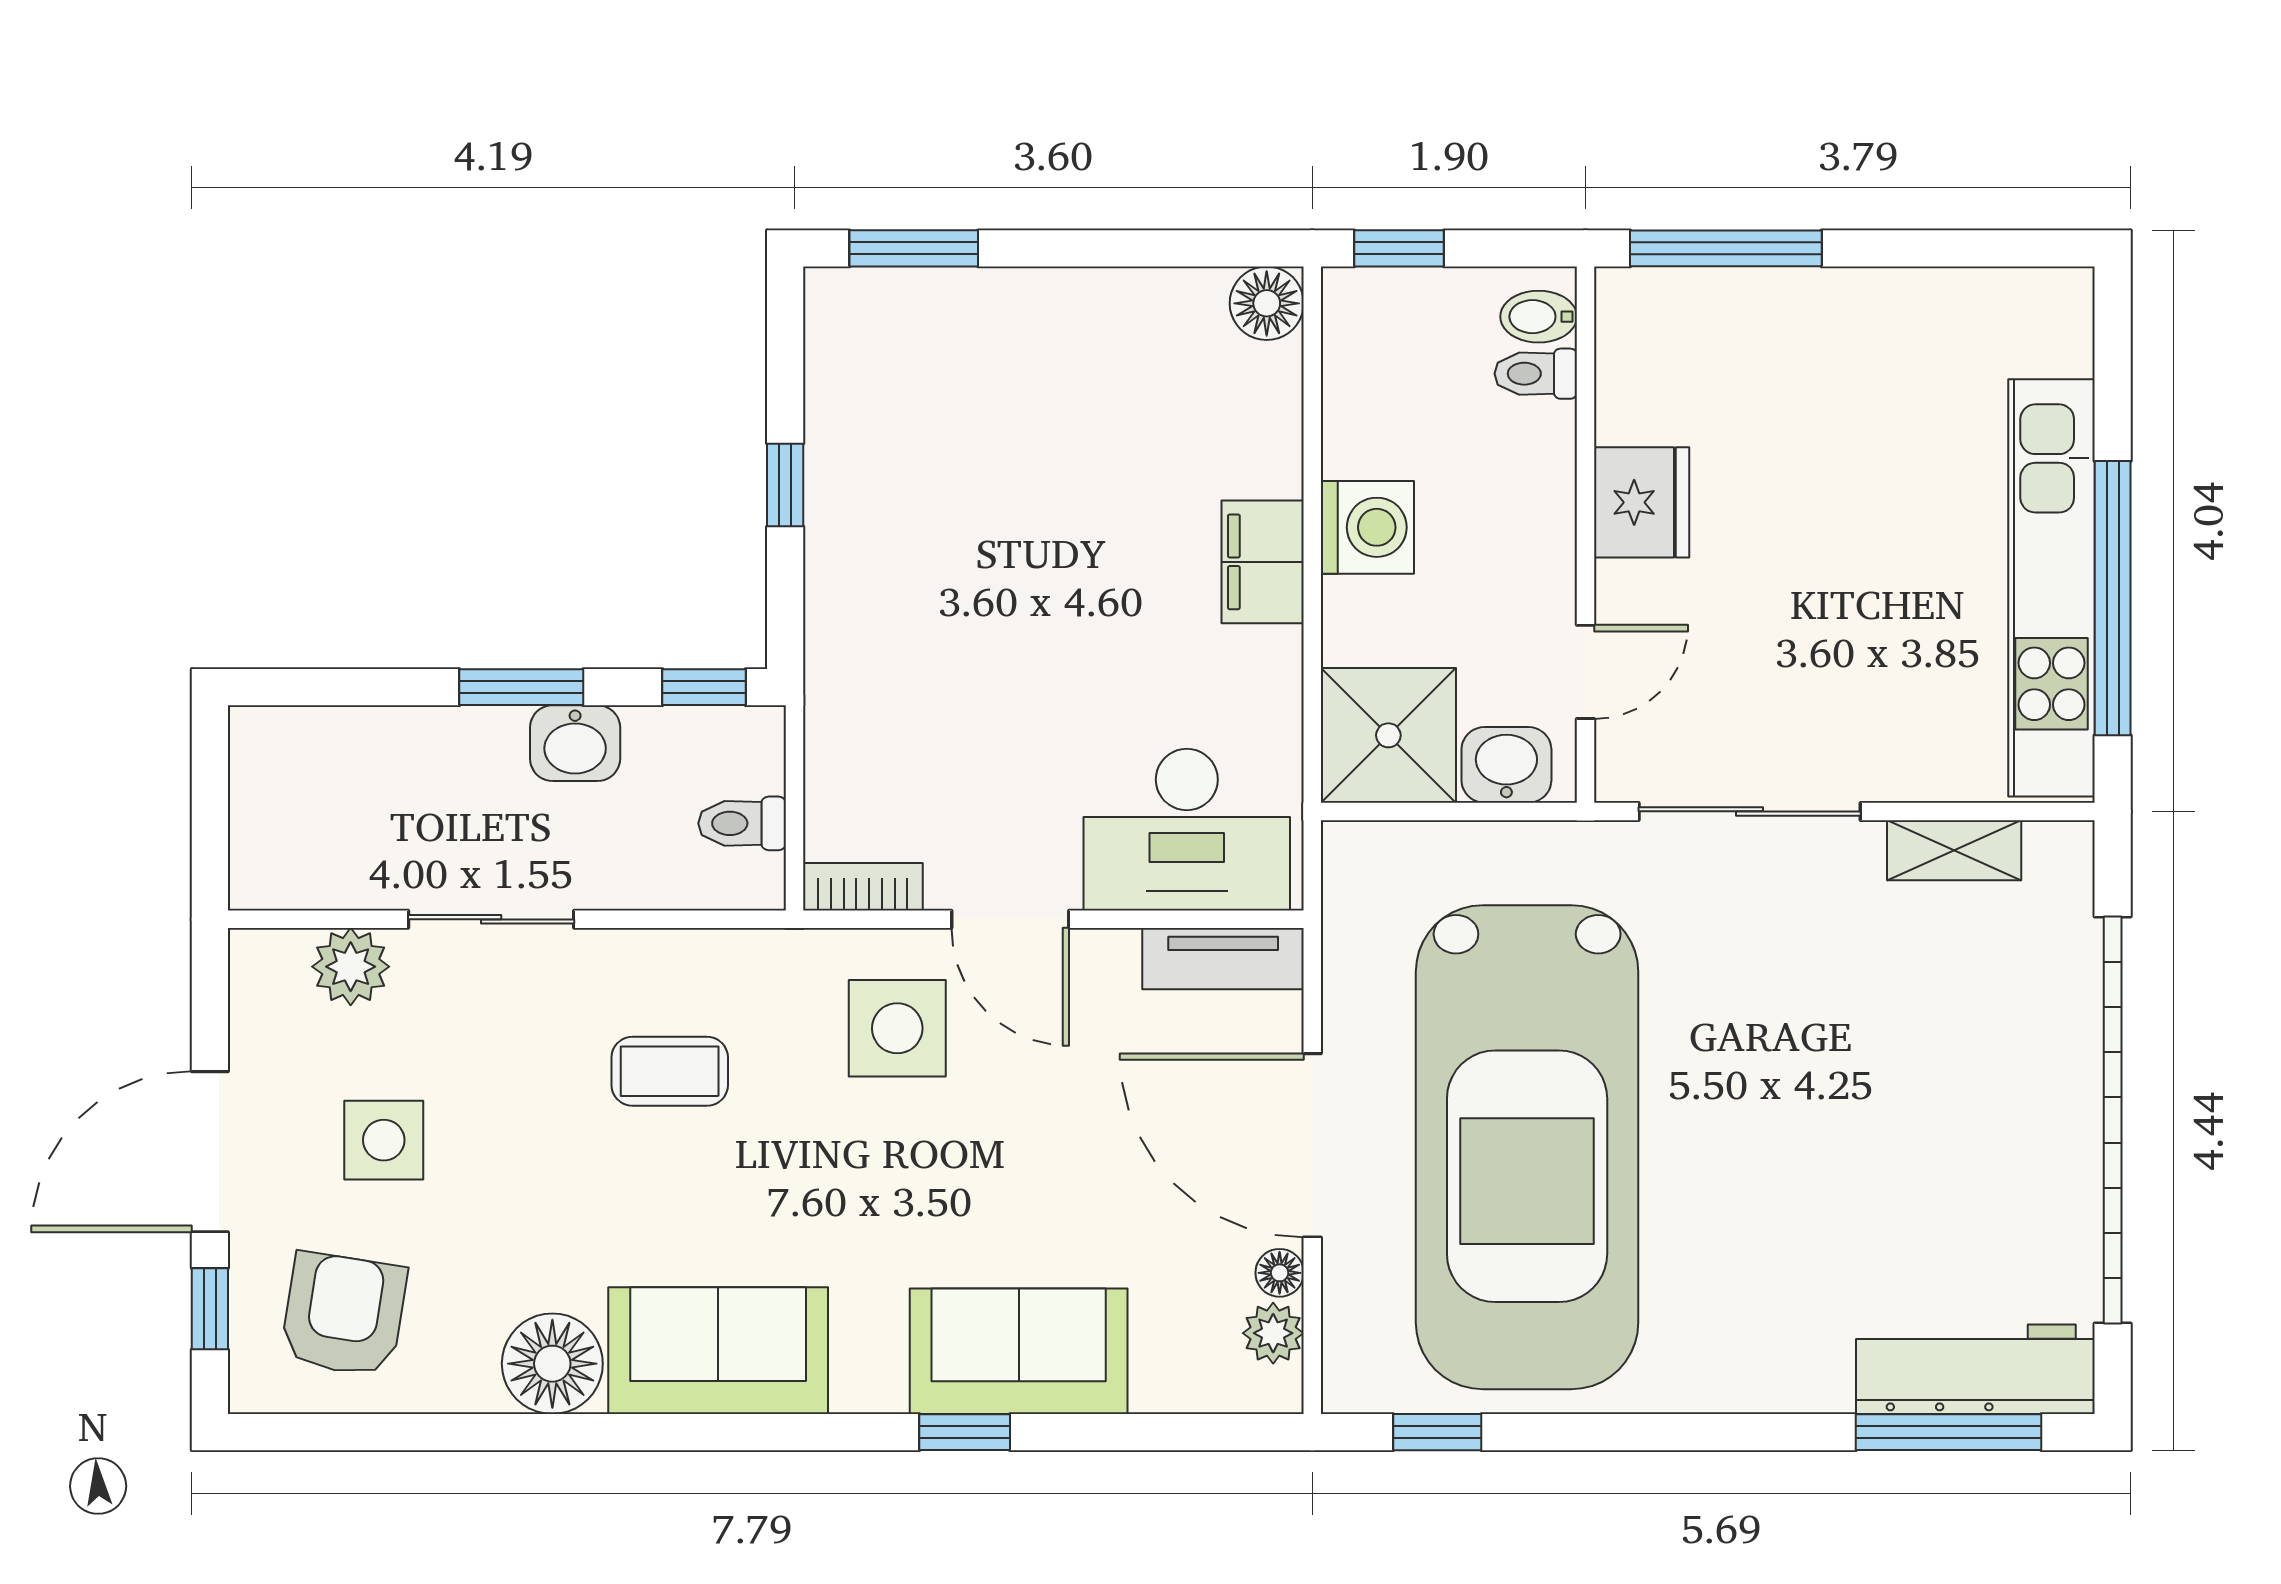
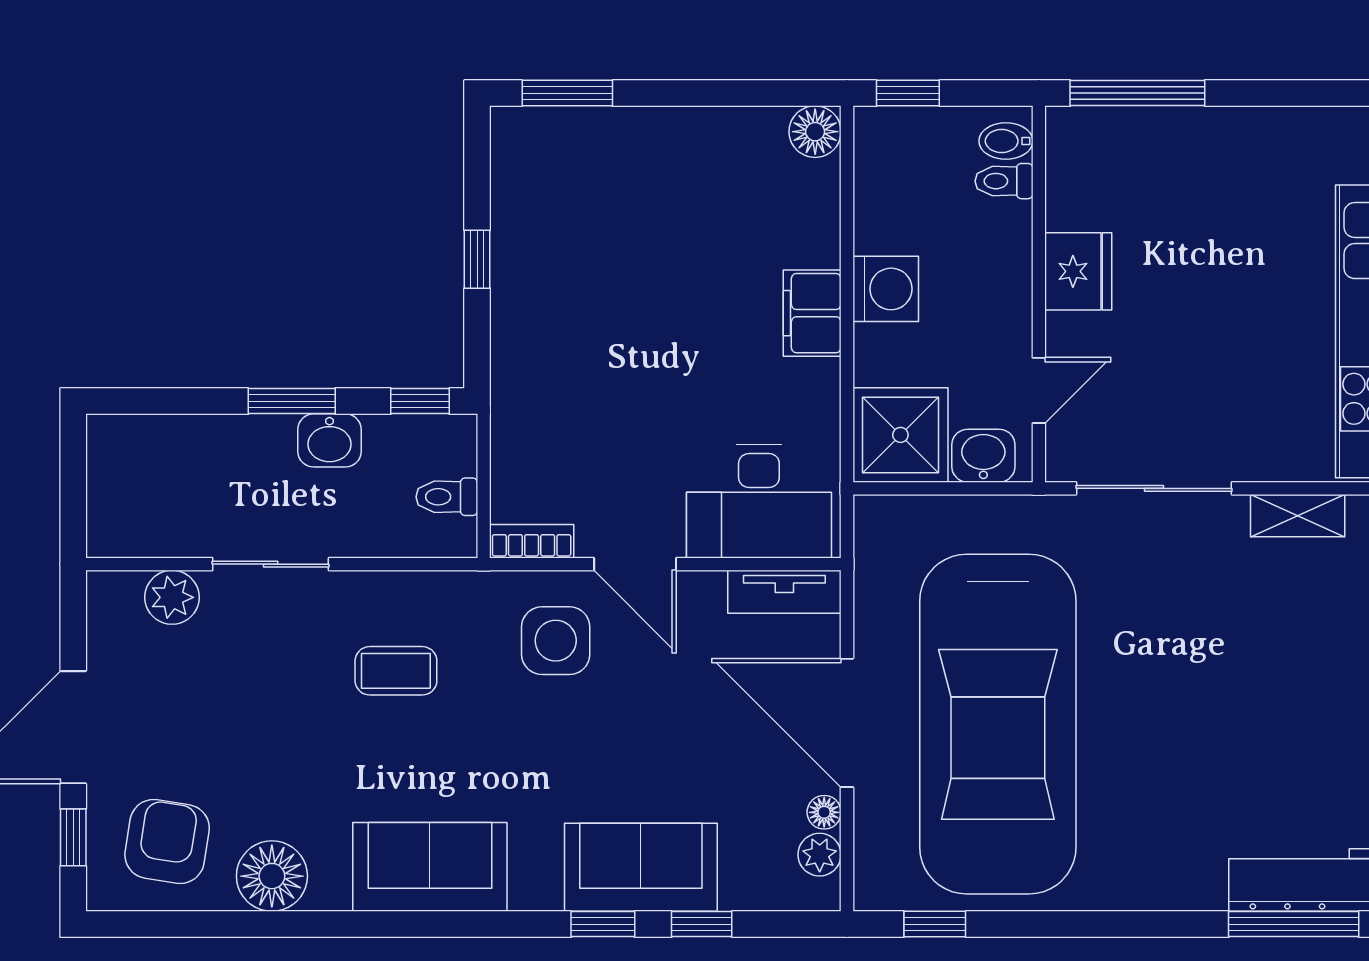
side table: (384, 1140) -> (195, 719), removed
floor lamp: (552, 1364) -> (272, 876), moved
window: (1105, 1432) -> (702, 924), added

